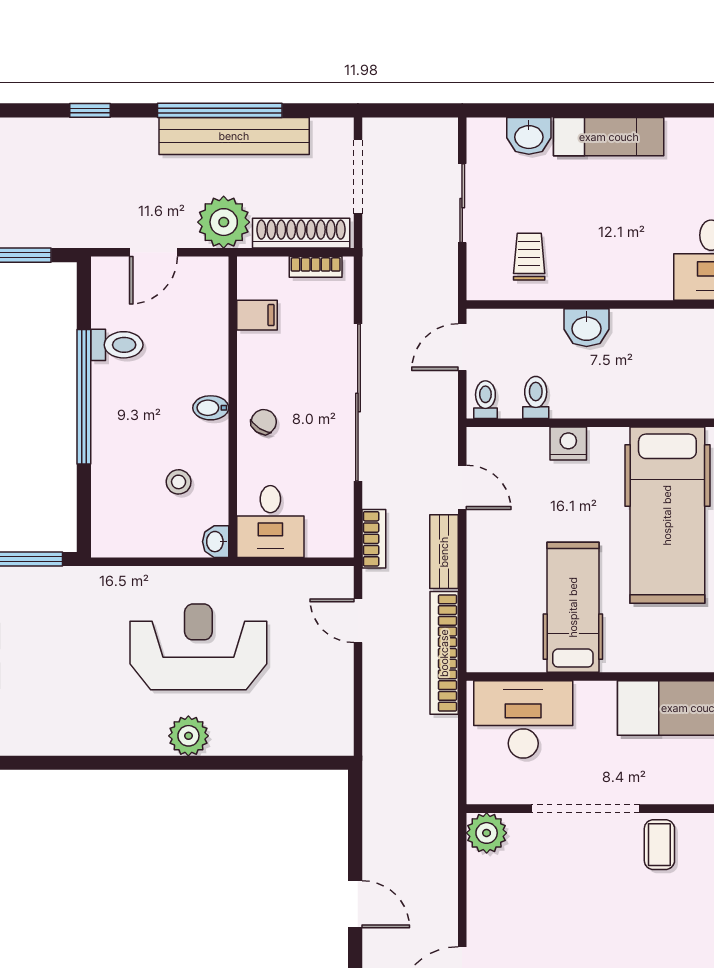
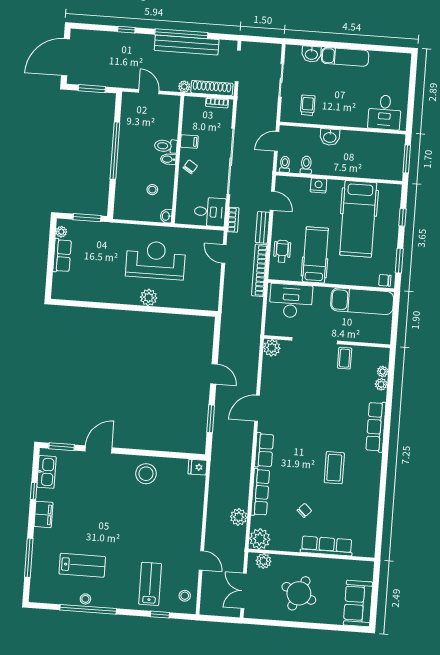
plant: (224, 222) -> (184, 87), width x0.53, depth x0.53
door: (153, 252) -> (149, 92), swing flipped
filing cabinet: (257, 315) -> (189, 141), moved
toilet: (117, 345) -> (166, 146), moved, turned 180
desk: (270, 522) -> (210, 212), moved, turned -90
wheelchair: (494, 604) -> (282, 251), added

